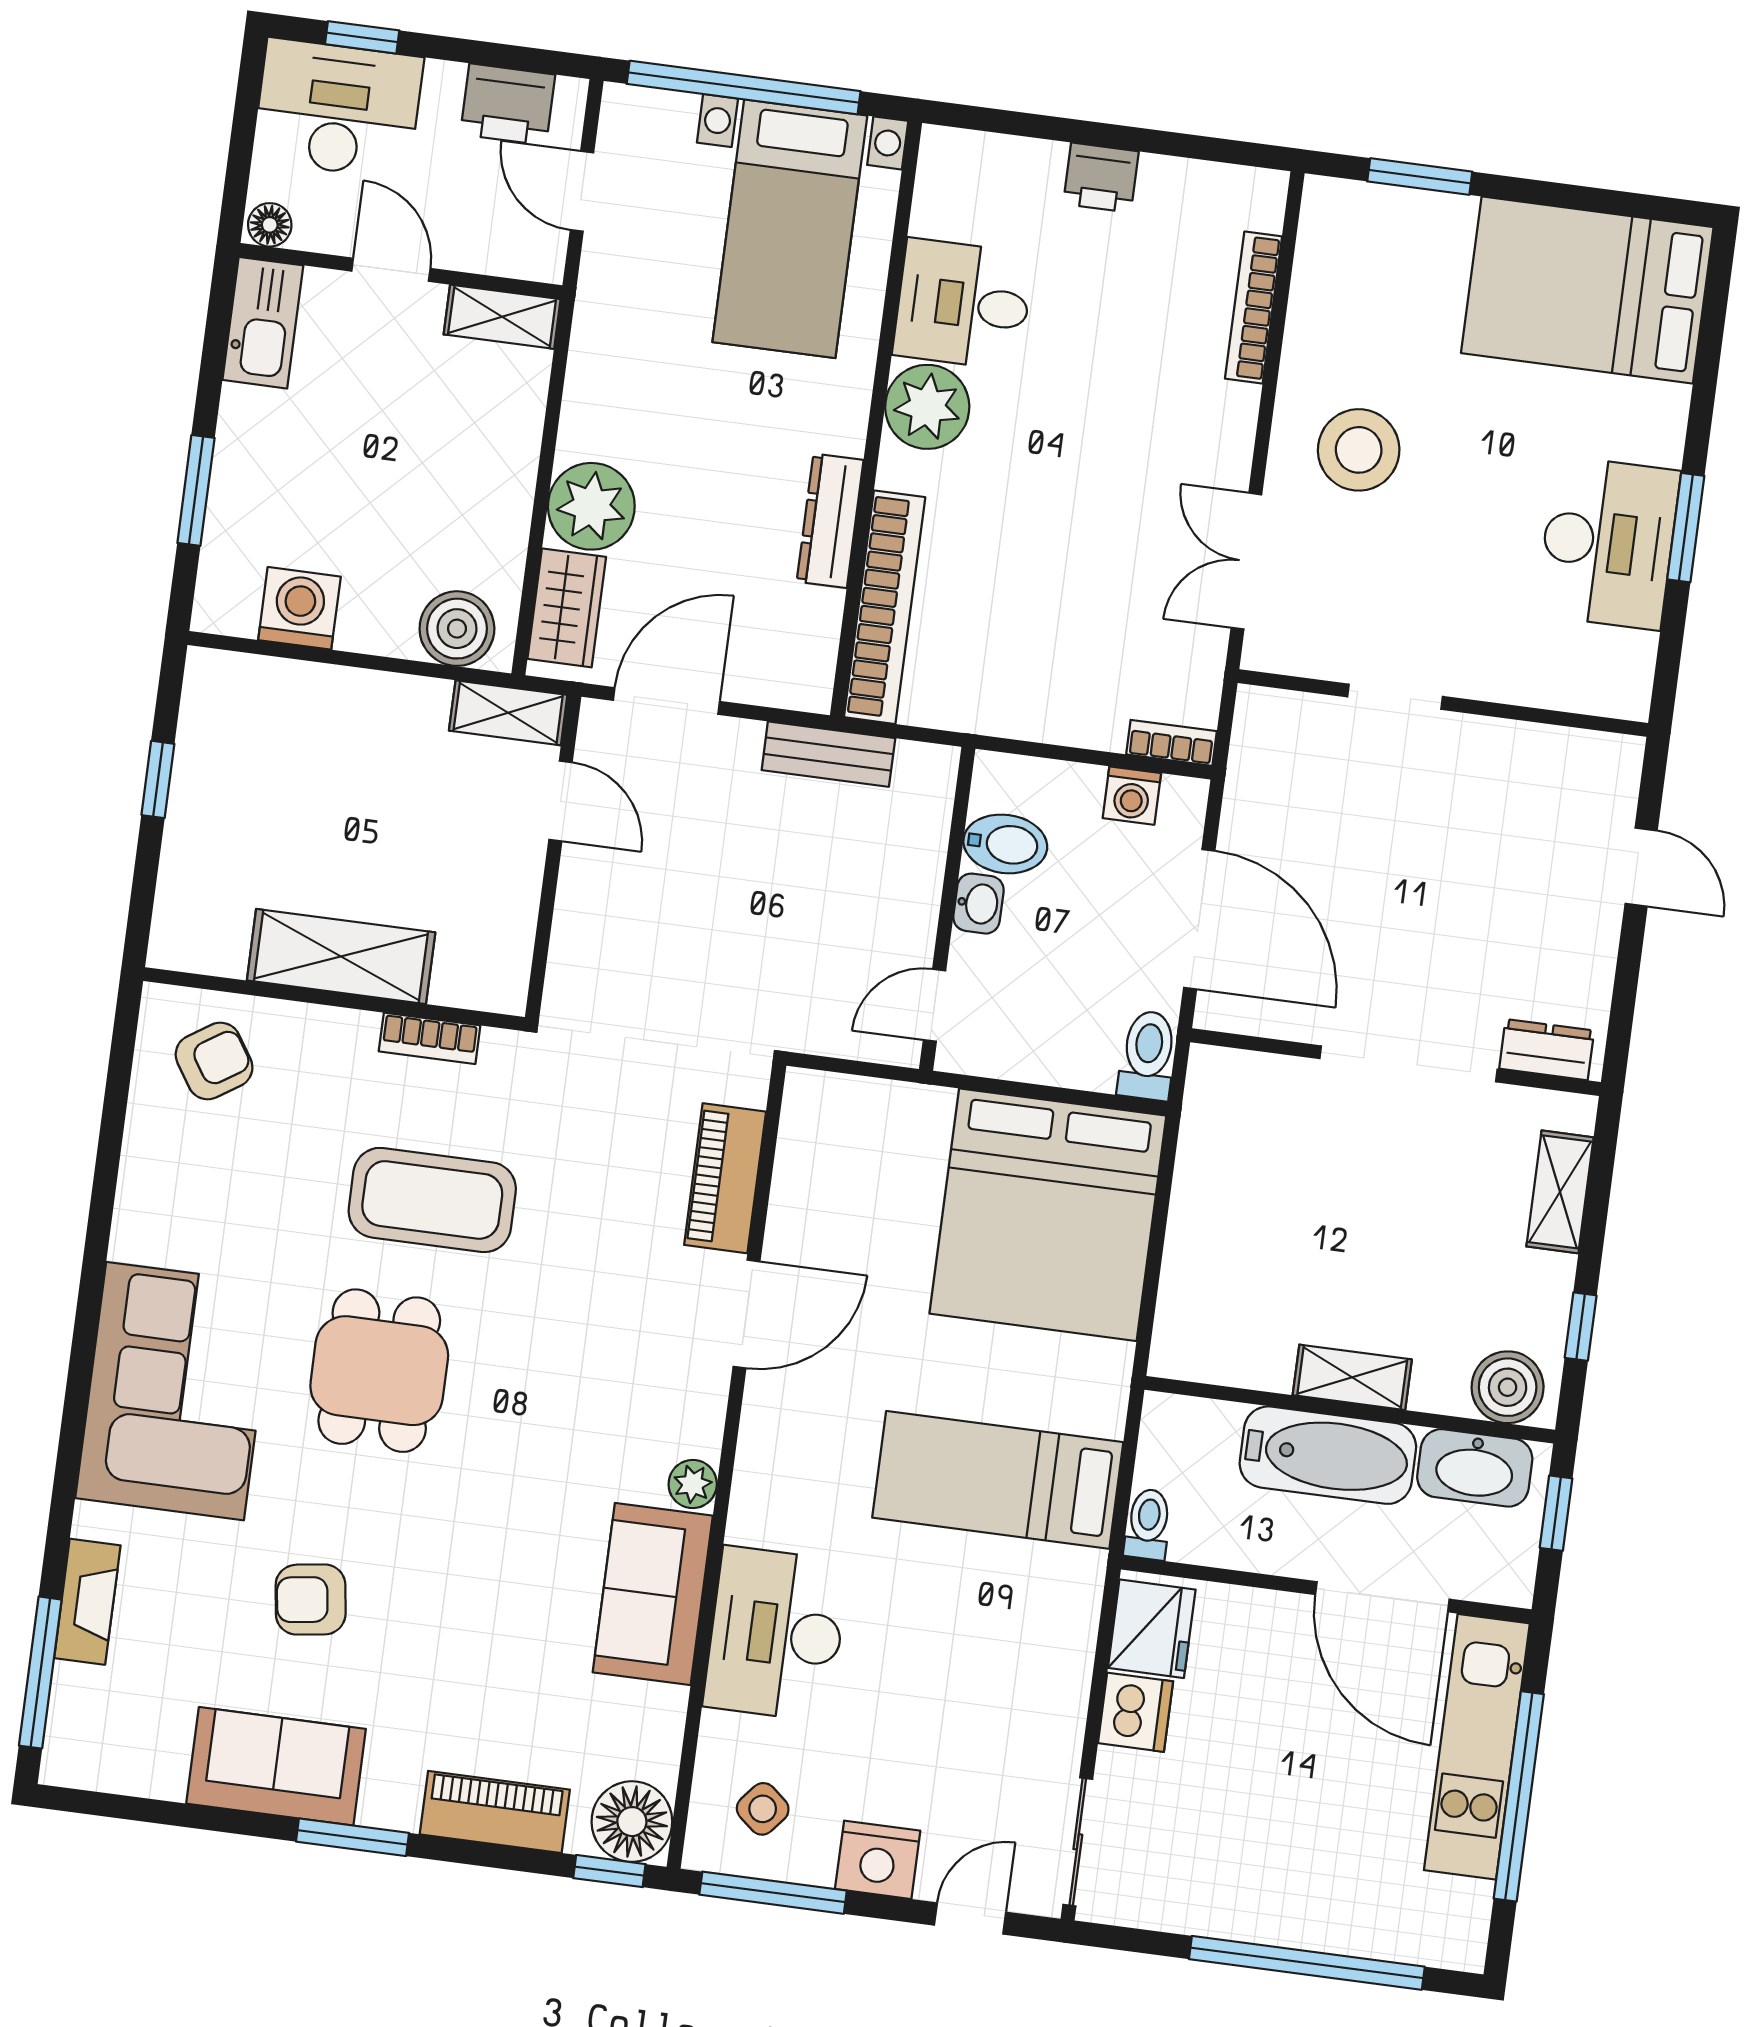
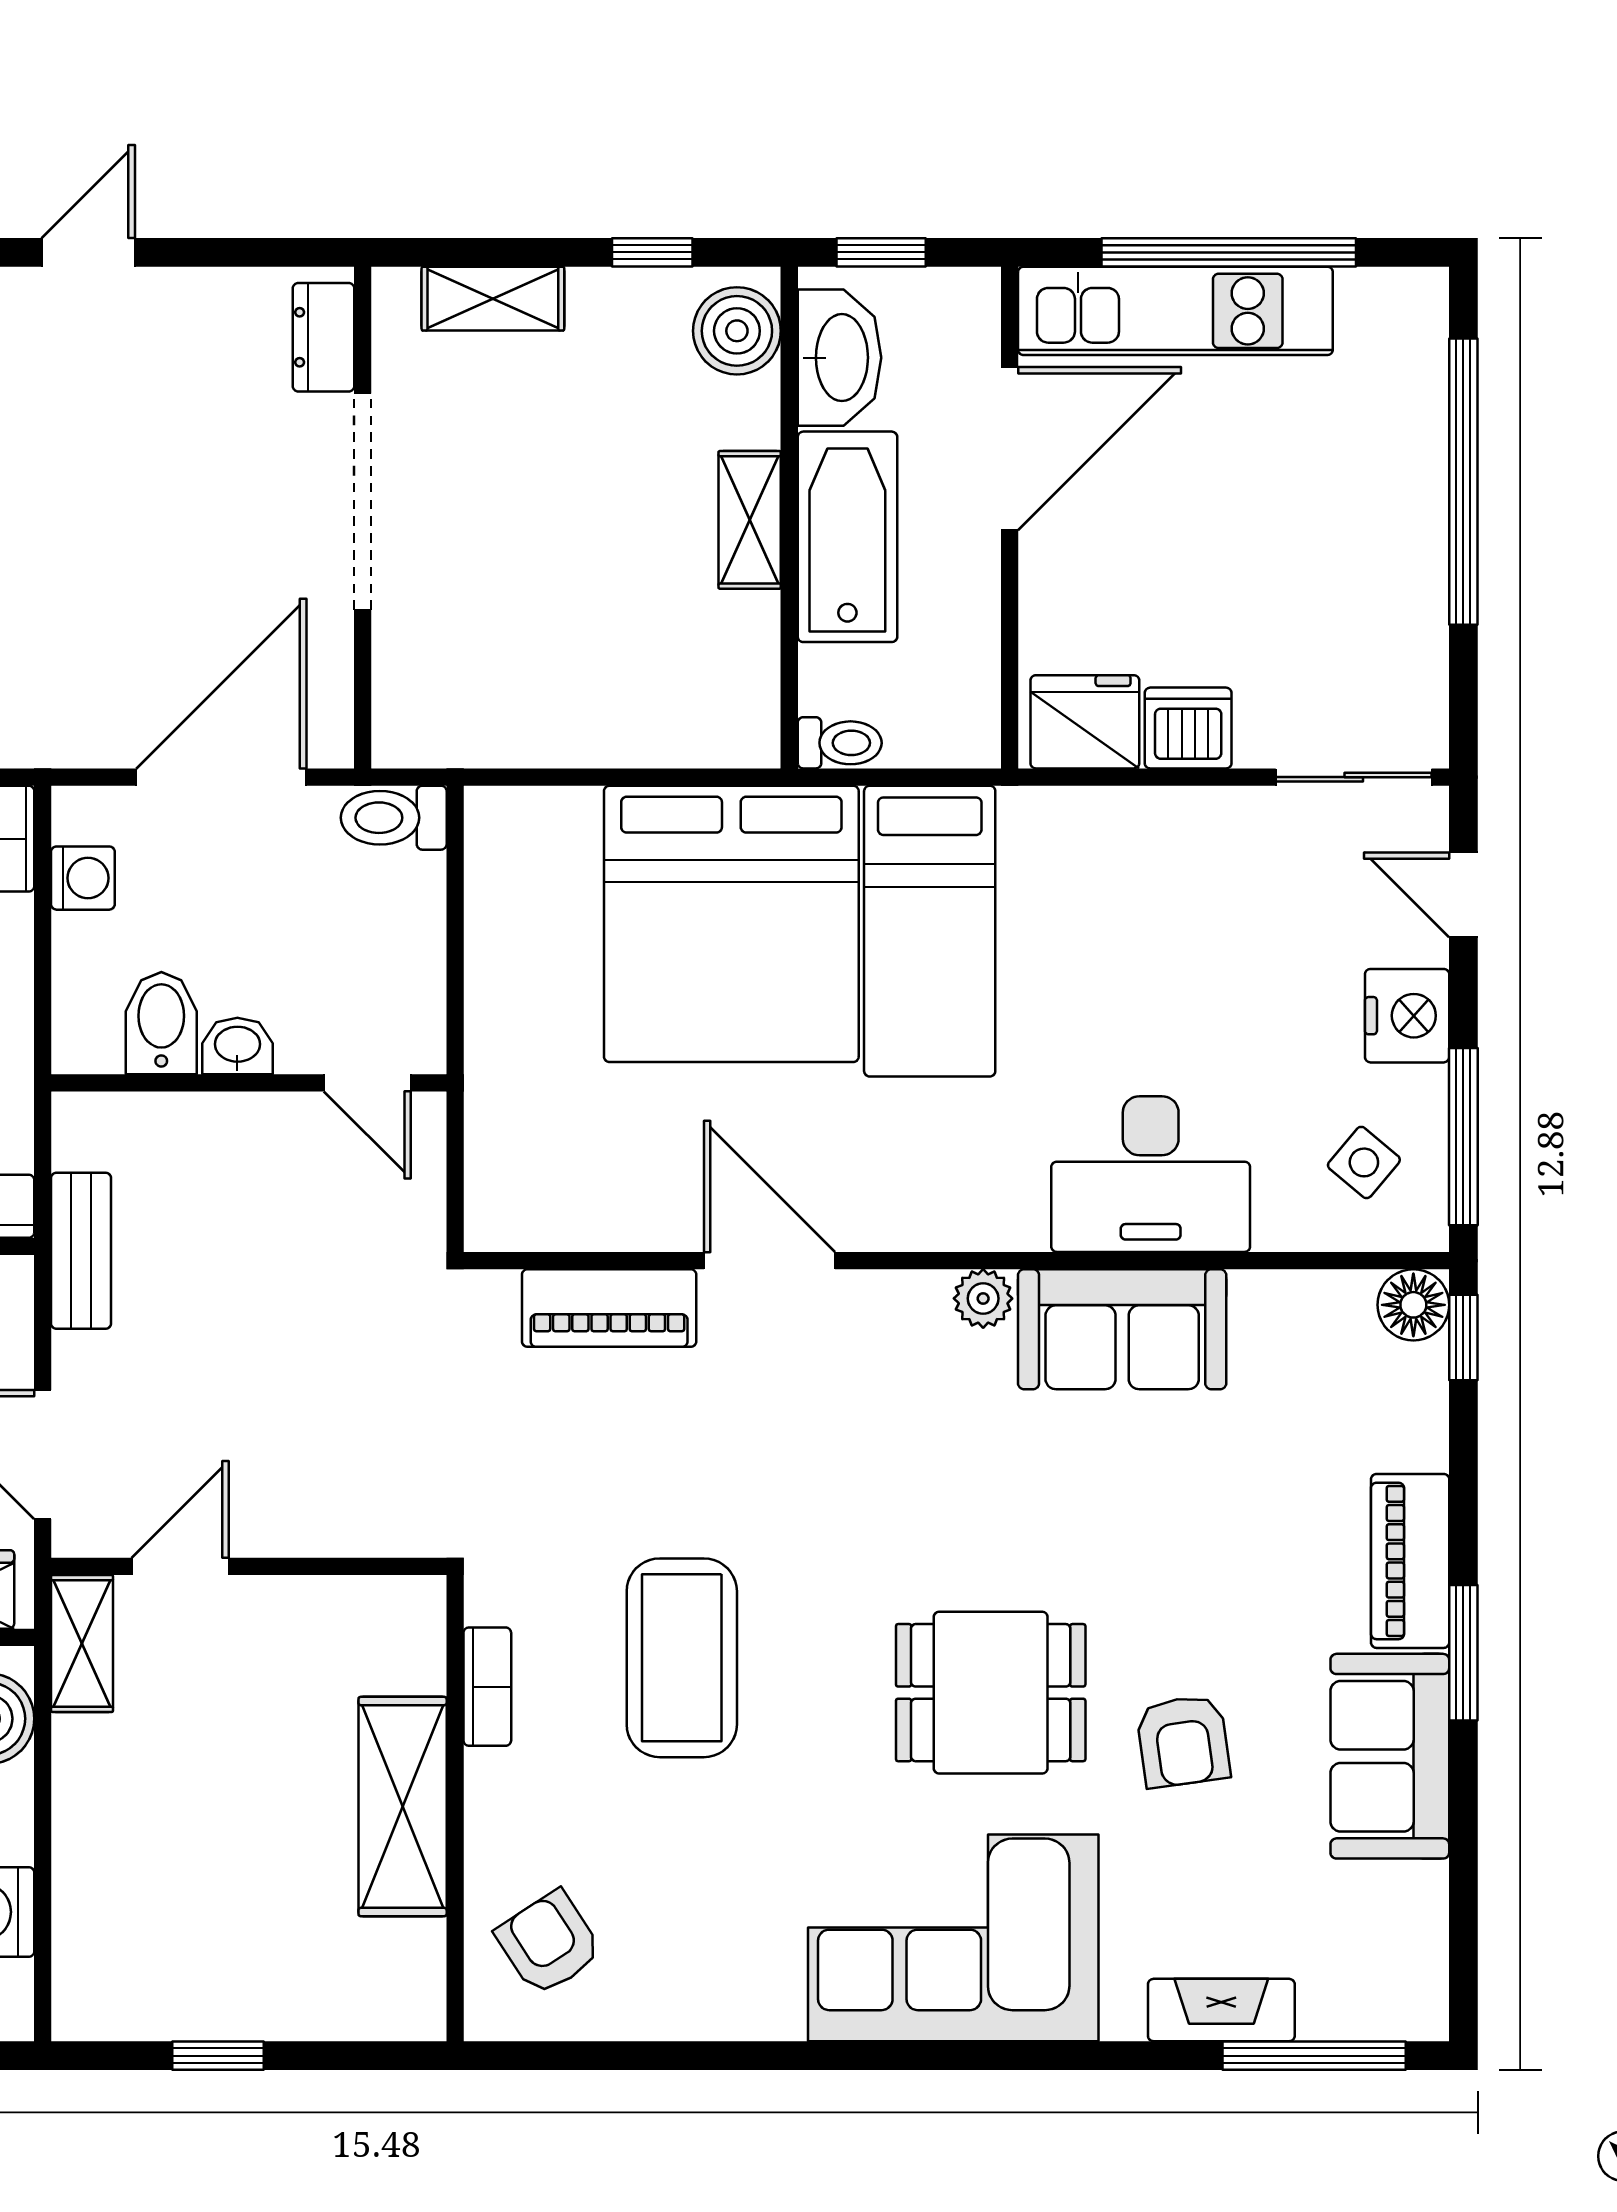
bed: (1048, 1215) -> (731, 924), moved, turned 90
dining table: (379, 1371) -> (991, 1693), moved
toilet: (1148, 1524) -> (840, 743), moved, turned 180
piano: (495, 1812) -> (1410, 1561), moved
floor lamp: (632, 1822) -> (1413, 1305), width x0.73, depth x0.73

